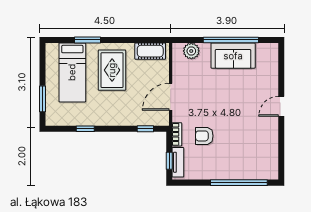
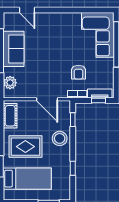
door: (281, 106) -> (27, 10), moved
stool: (122, 113) -> (60, 138), added
corner sofa: (251, 160) -> (98, 35), added

